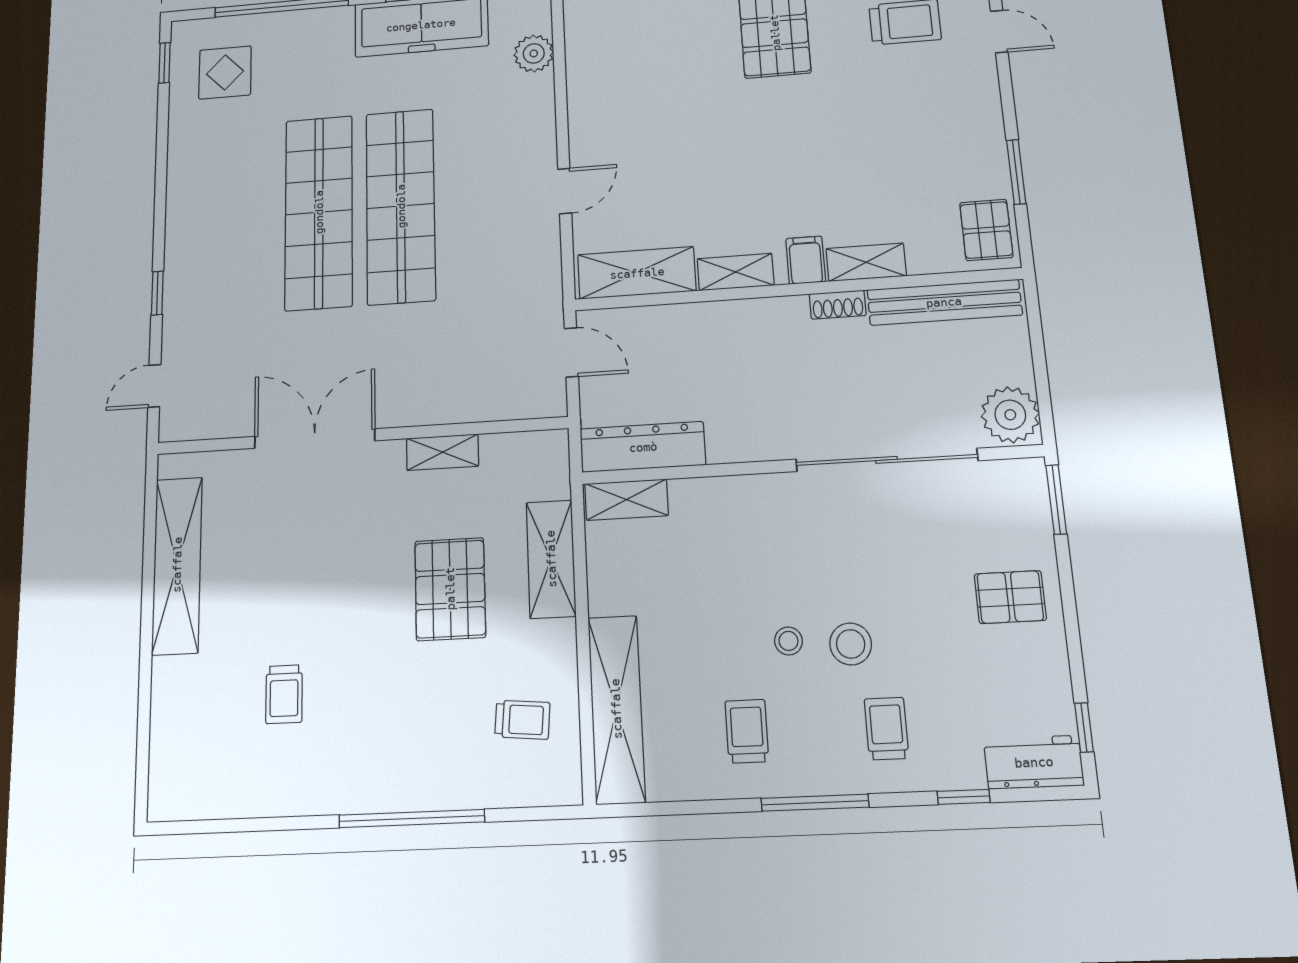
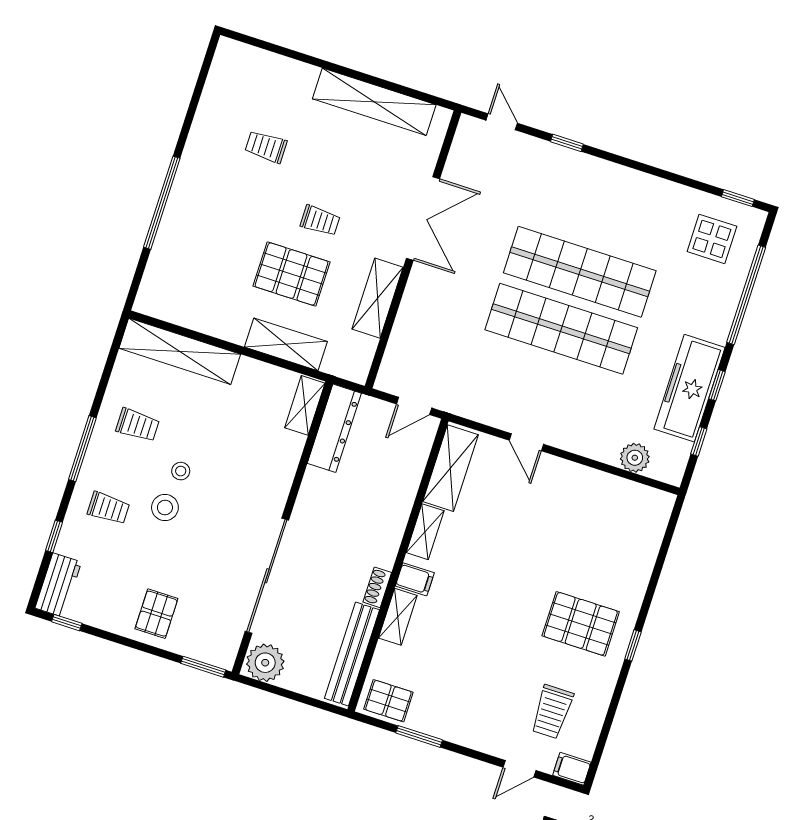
shelving: (442, 452) -> (378, 298), width x1.50, depth x1.33
trolley: (522, 720) -> (320, 221), moved, turned -95

